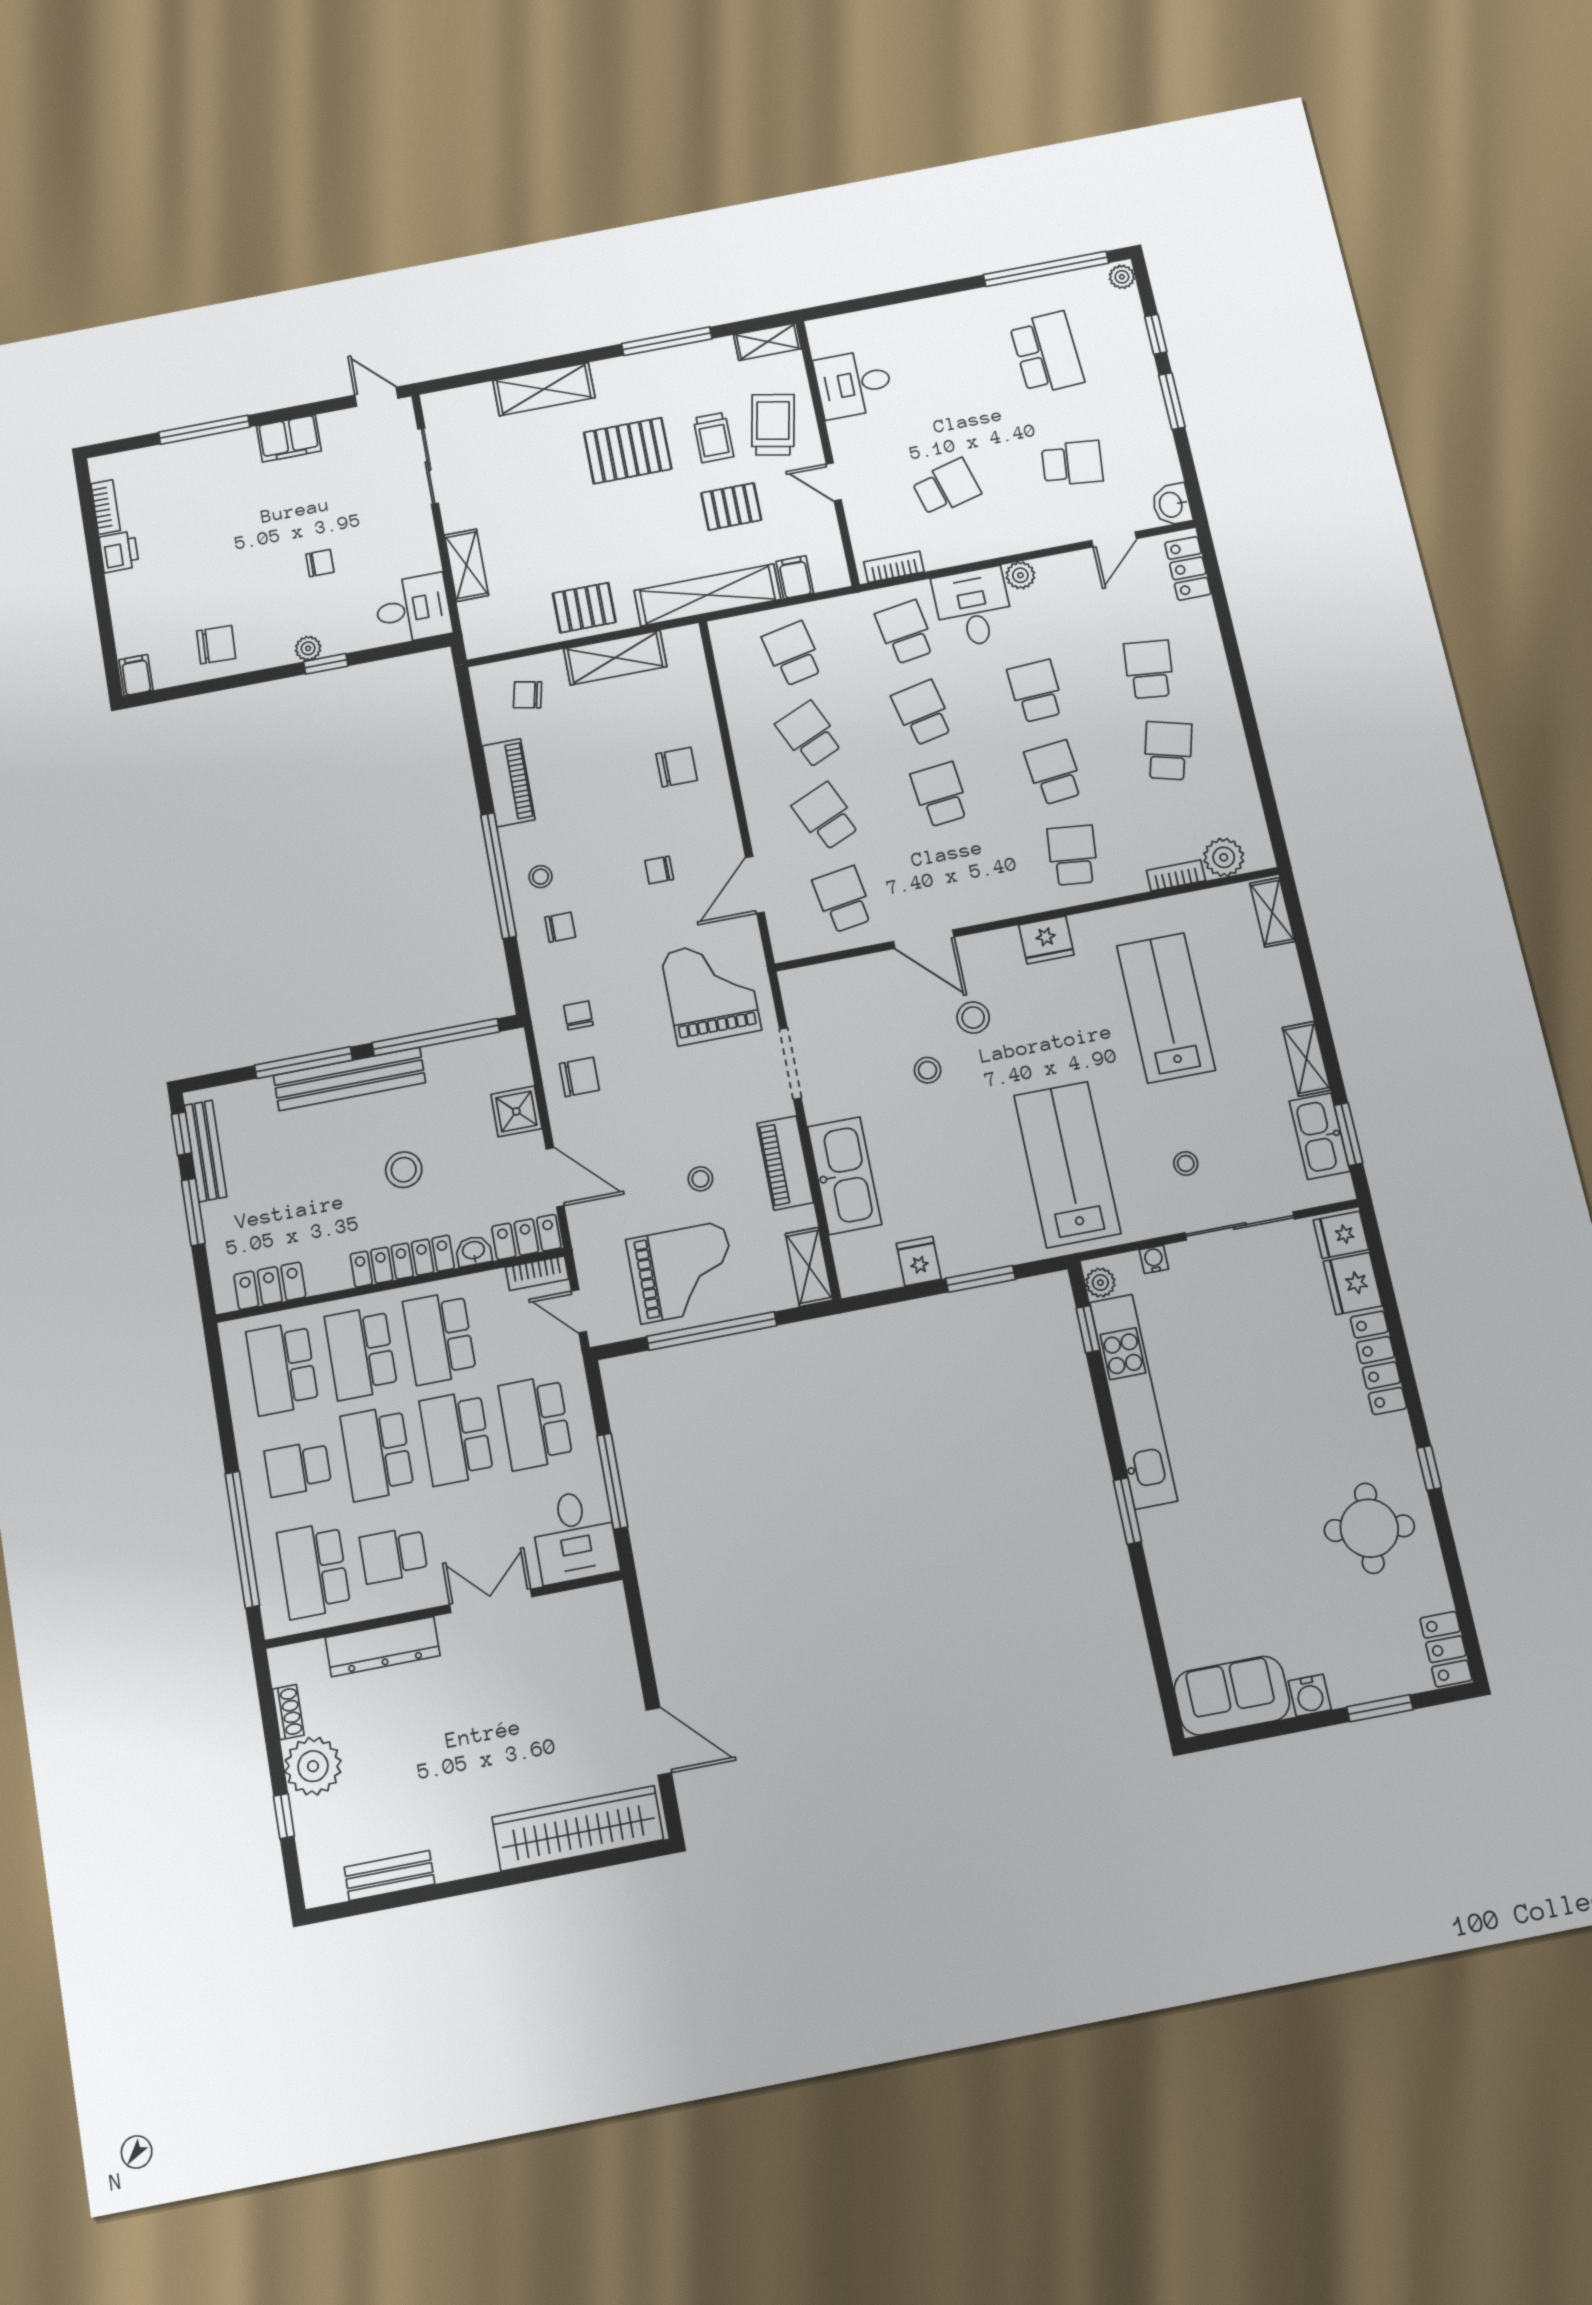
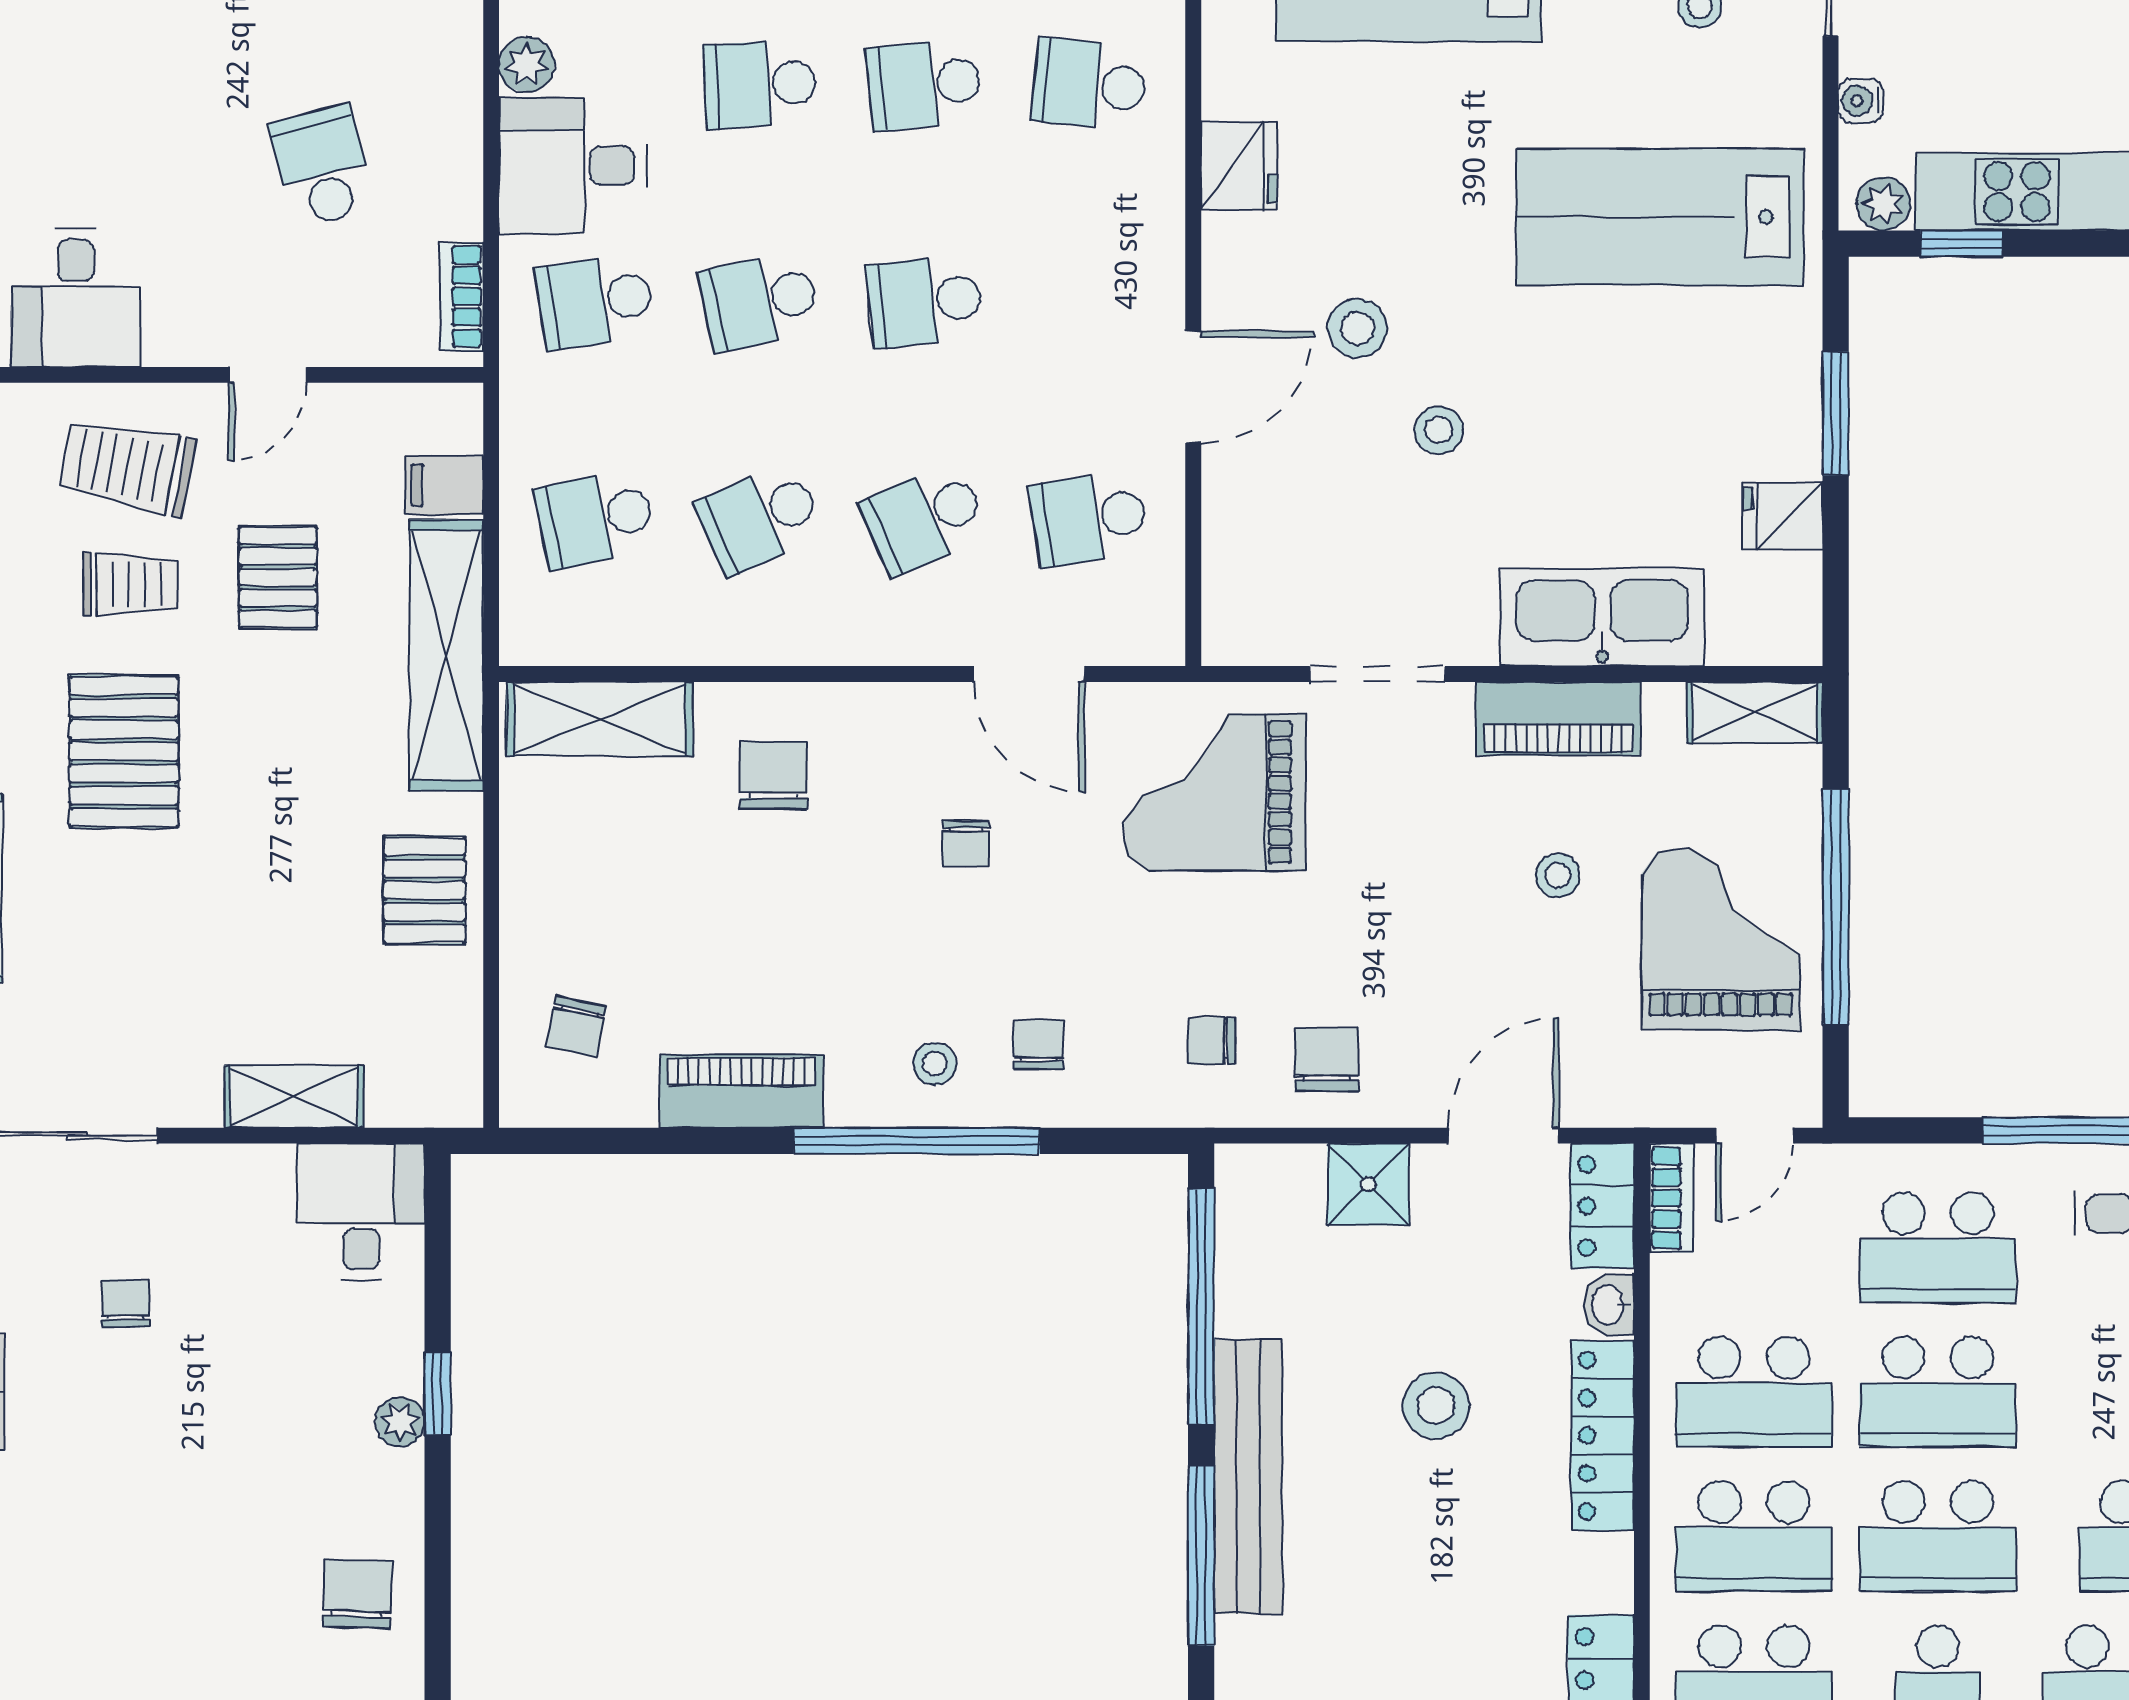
chair: (320, 563) -> (126, 1303), moved
shelving: (615, 658) -> (600, 719), moved, turned 90

